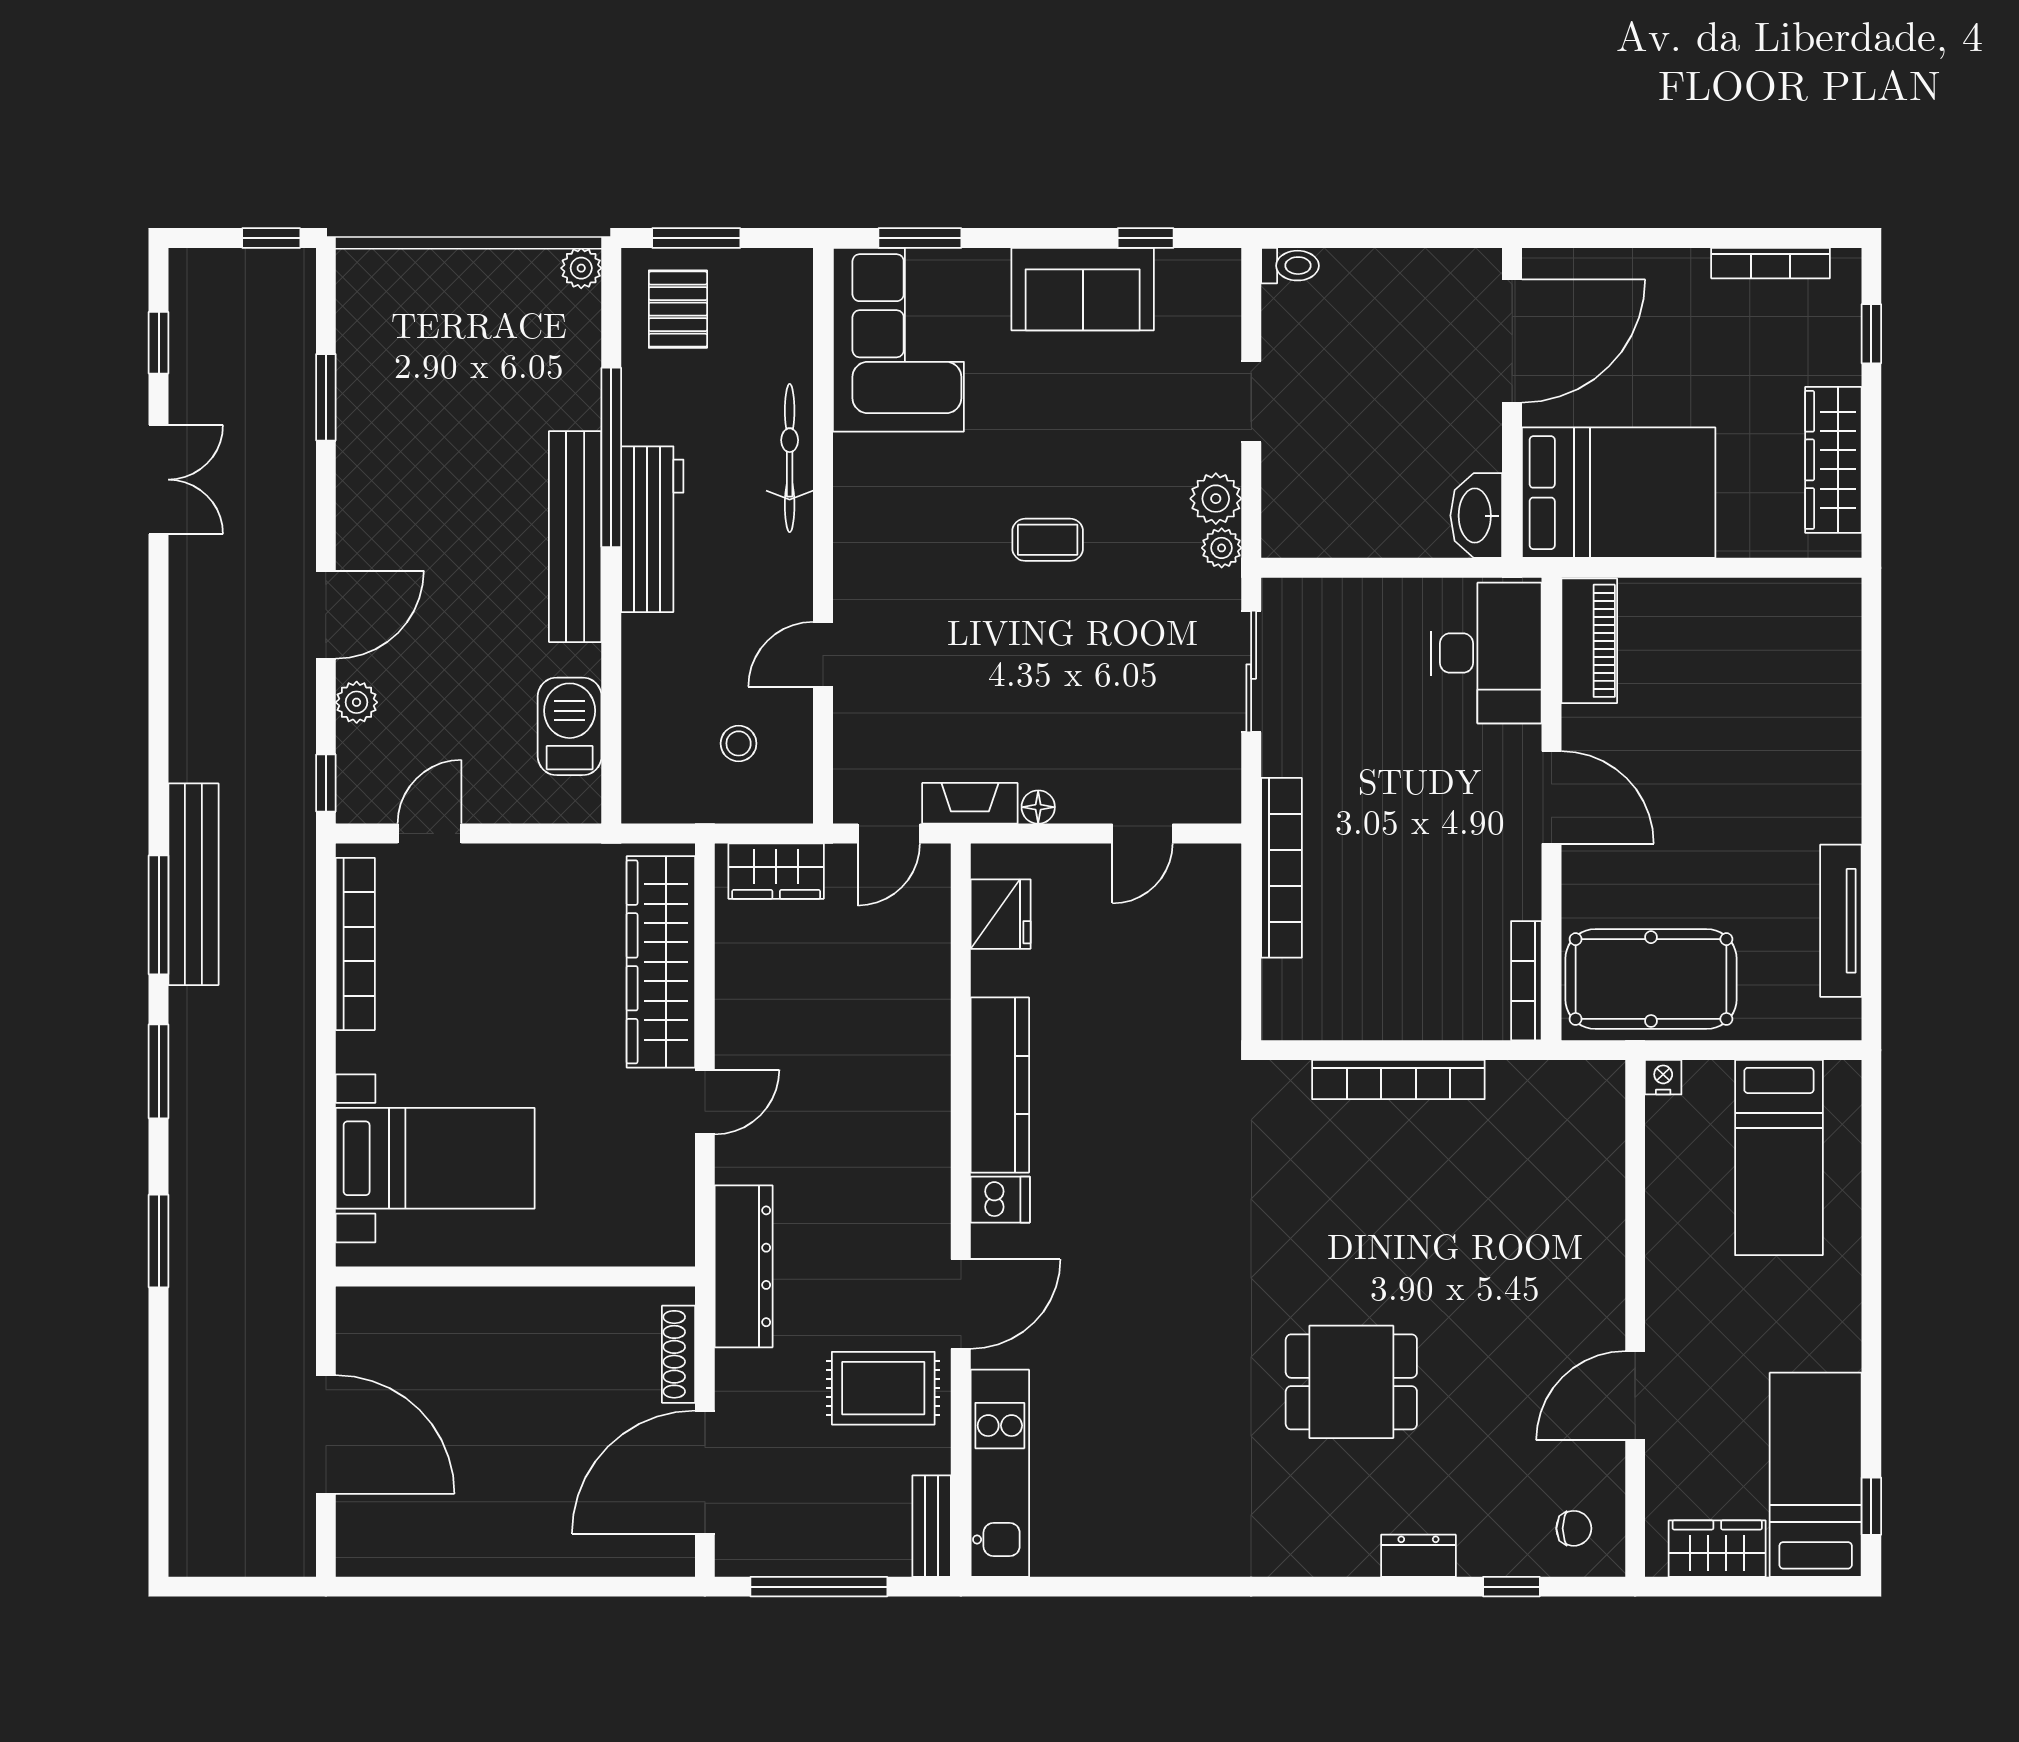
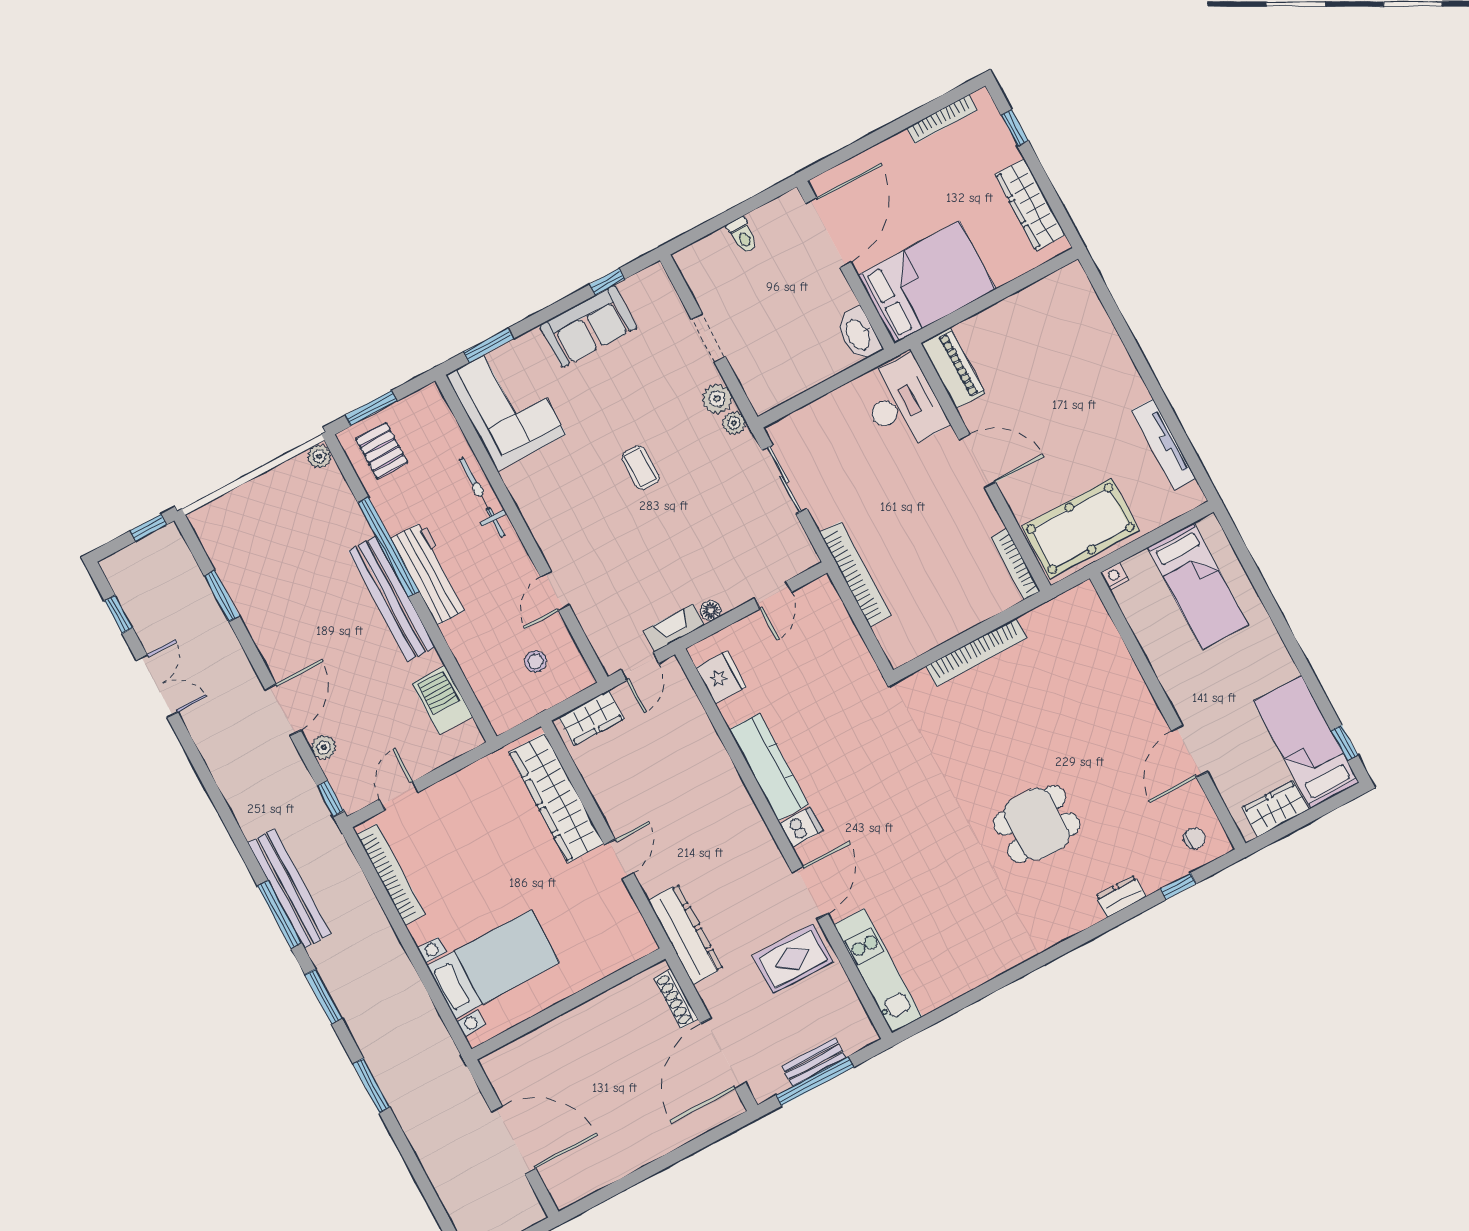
toilet: (1290, 266) -> (742, 235), moved, turned 90
coffee table: (1048, 540) -> (640, 468), turned 90
bench: (932, 1526) -> (814, 1062), moved, turned 90

